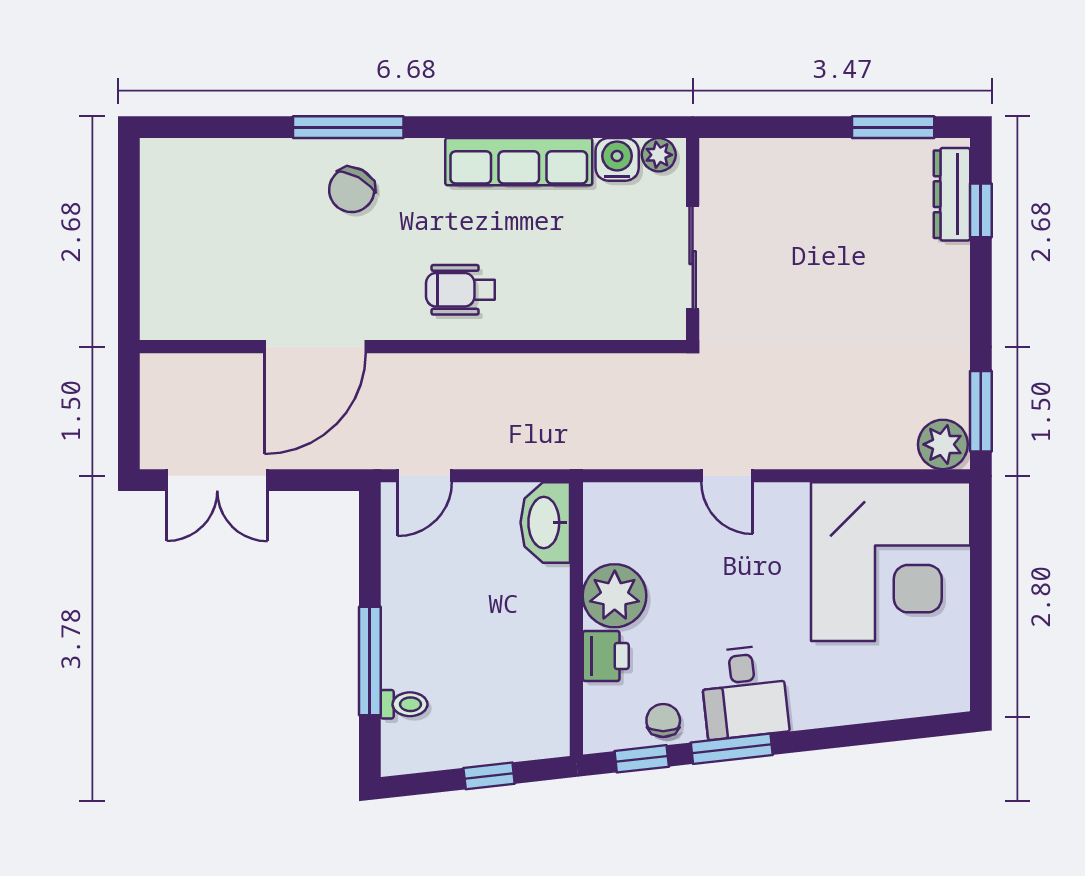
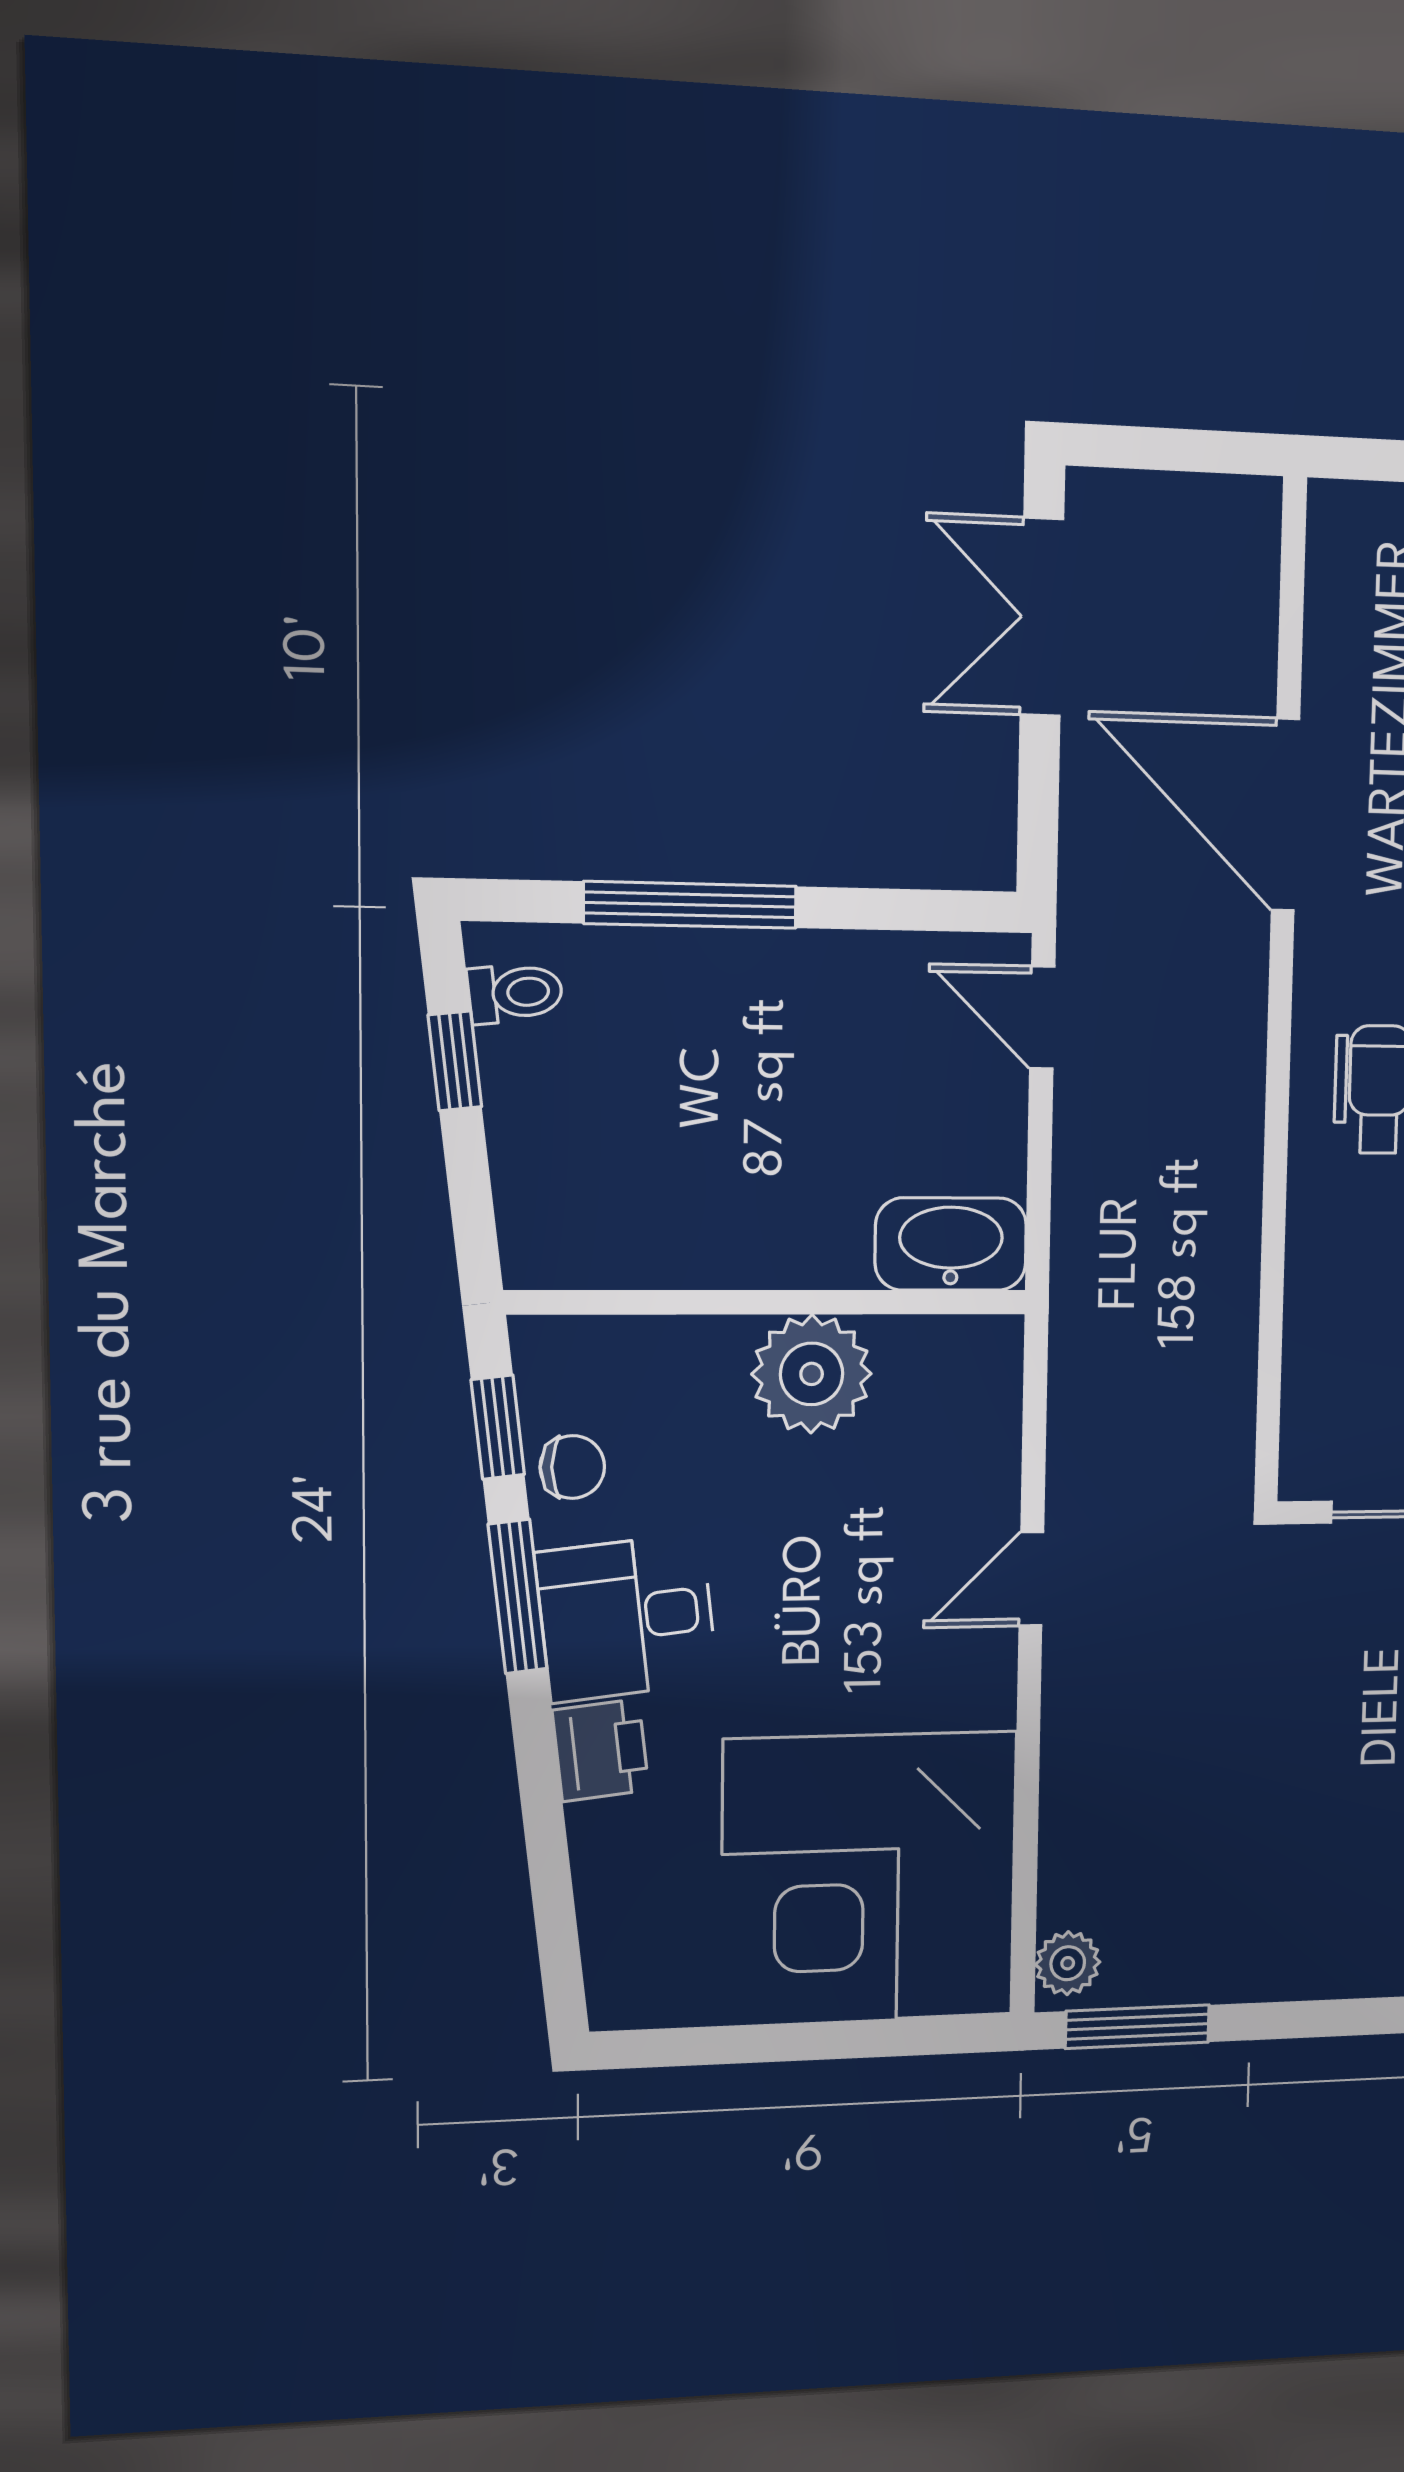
plant: (943, 444) -> (1068, 1963), width x0.73, depth x0.73
printer: (606, 656) -> (601, 1750), moved, turned -96
toilet: (404, 704) -> (515, 993), moved, turned -96
window: (489, 776) -> (455, 1061), moved

